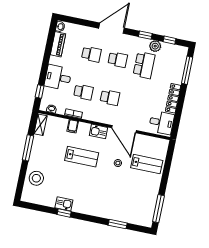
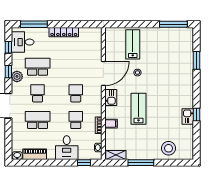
plant: (155, 46) -> (17, 76), moved
school desk: (91, 54) -> (38, 120), width x1.85
desk: (161, 123) -> (23, 42), moved, turned -90

